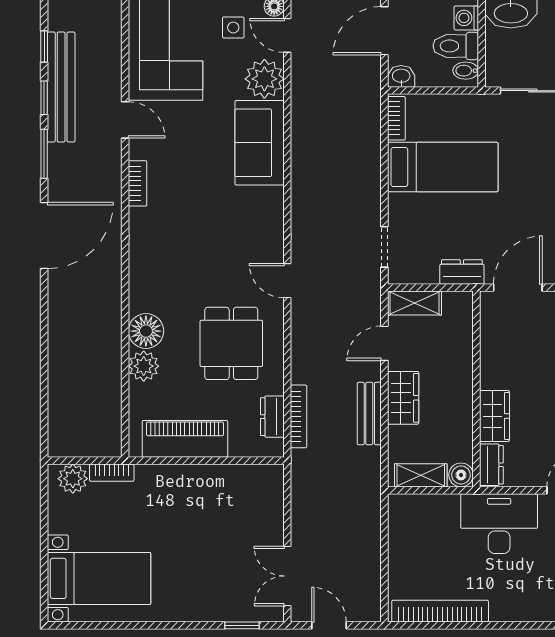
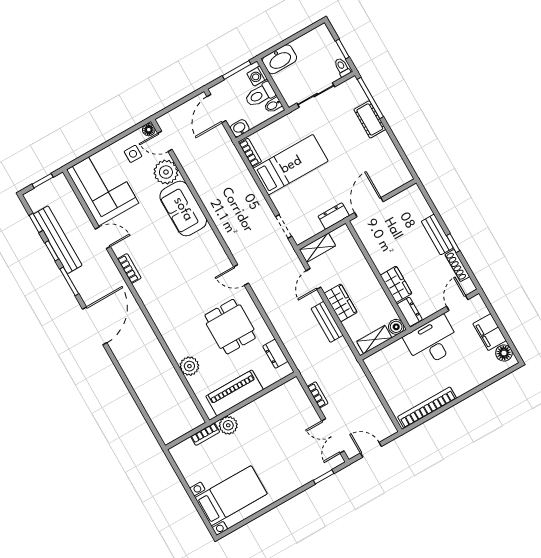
floor lamp: (146, 331) -> (180, 346), removed
bookcase: (299, 416) -> (318, 395), moved, width x0.64
plant: (73, 479) -> (228, 425), moved

